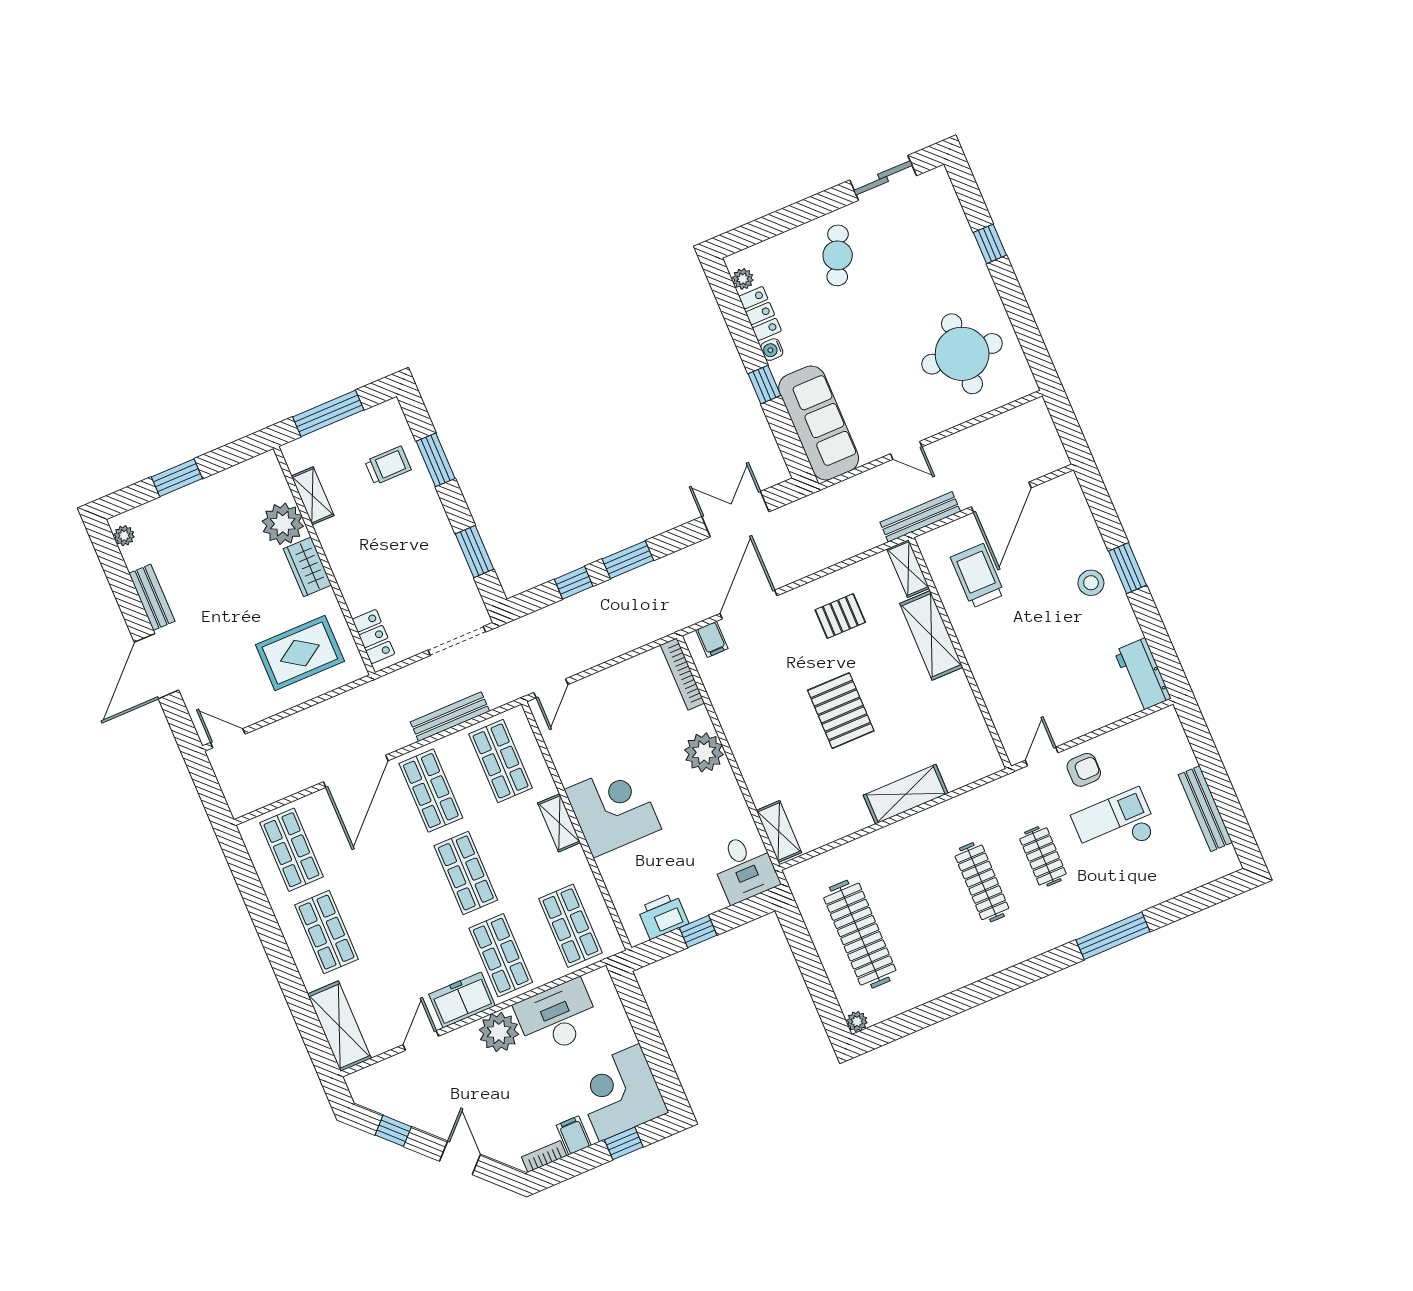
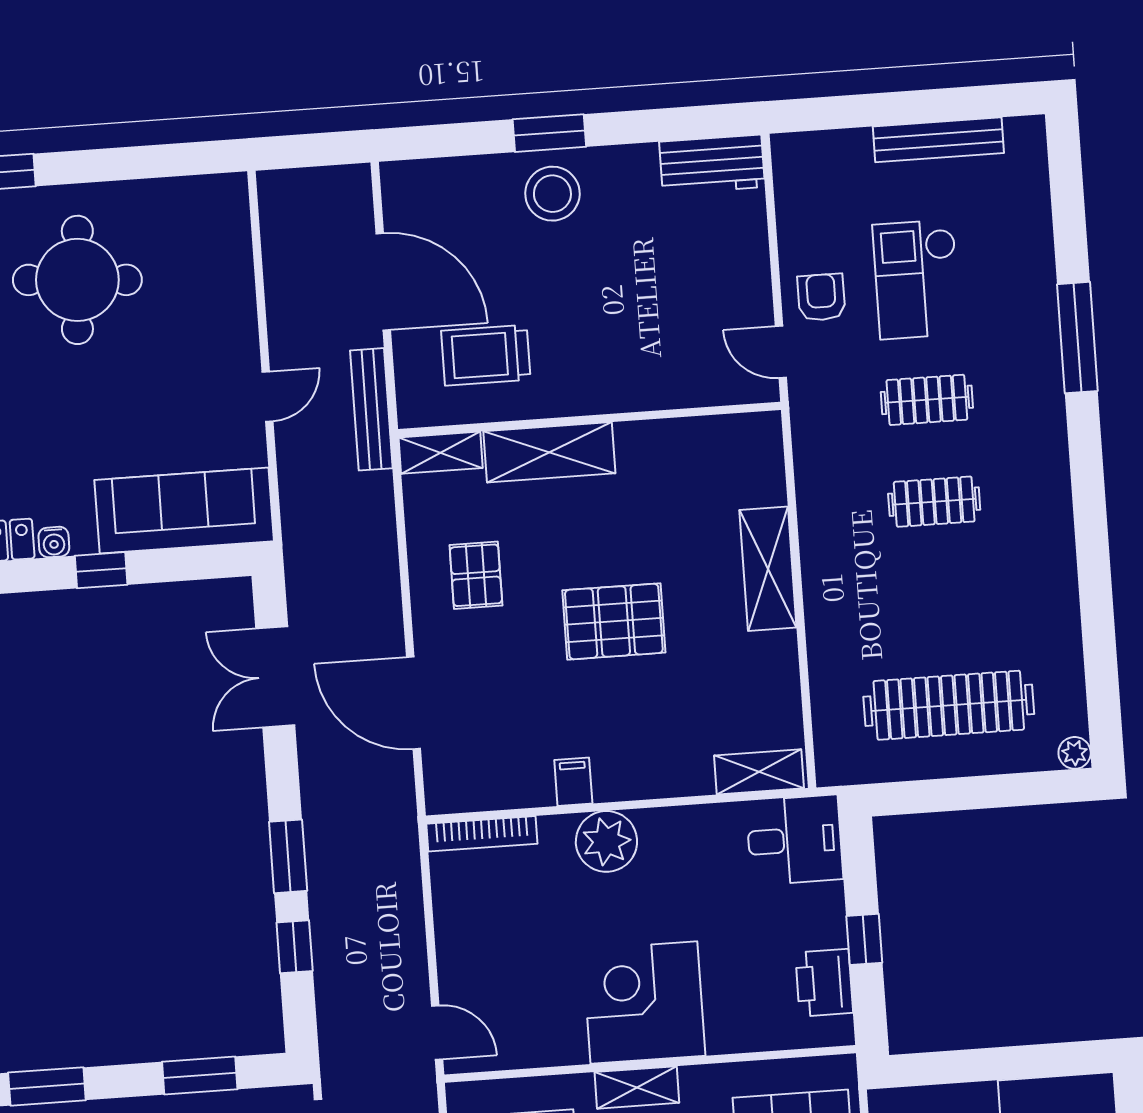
round table: (962, 354) -> (77, 280), moved
stool: (1091, 583) -> (552, 194), width x1.38, depth x1.38
filing cabinet: (712, 639) -> (573, 782), moved, turned -90
clothes rail: (982, 882) -> (934, 502), width x0.73

